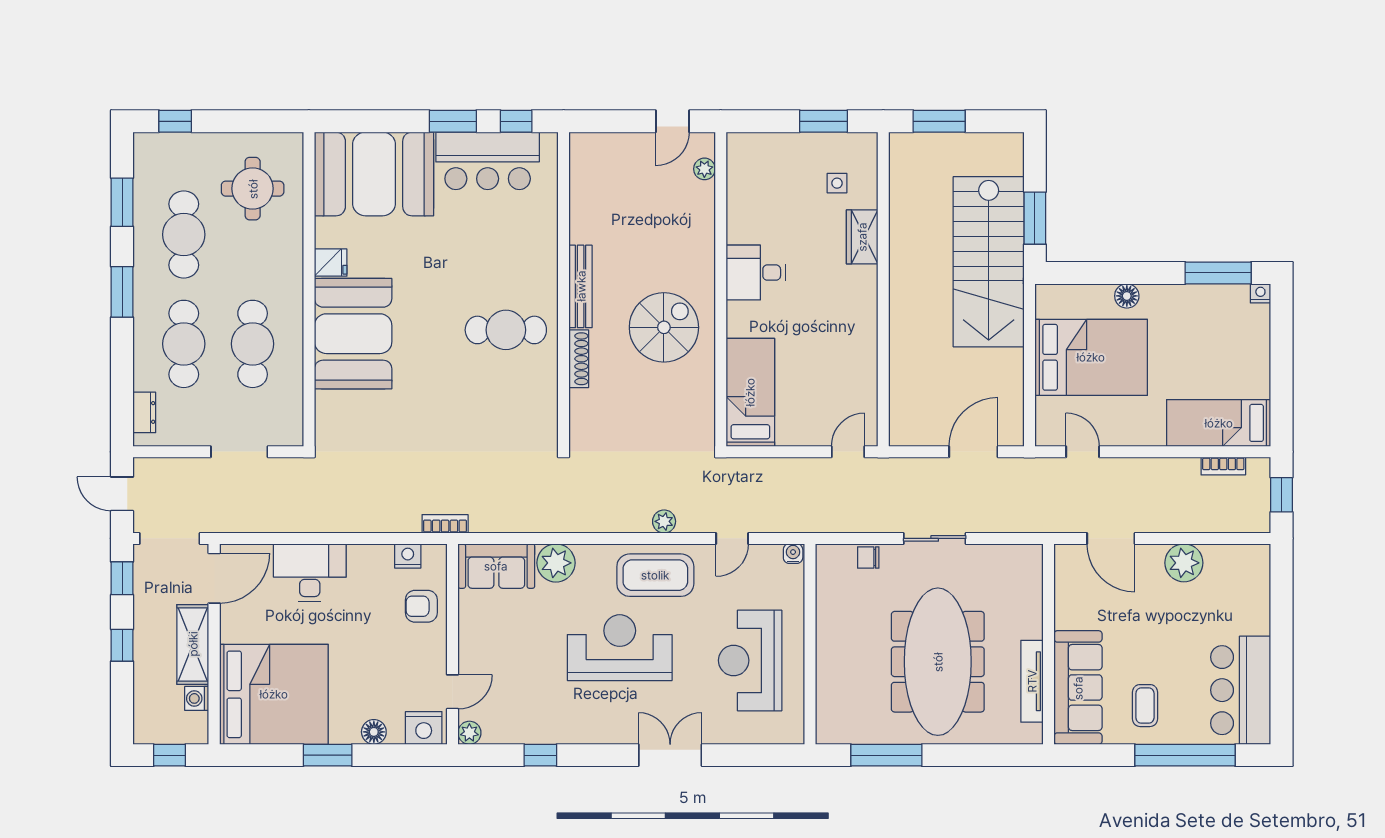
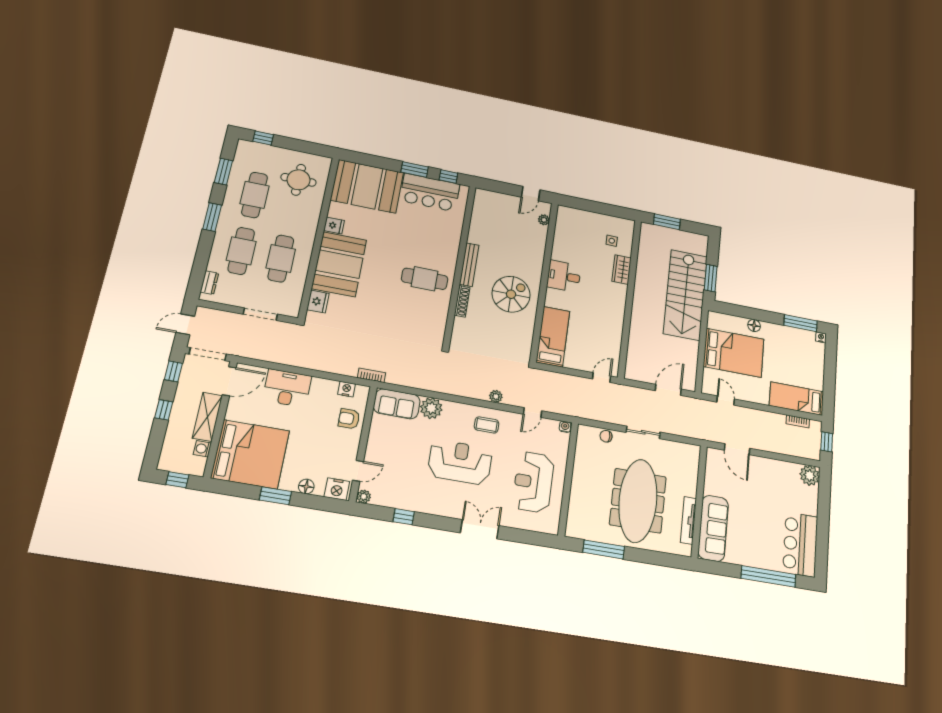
window: (823, 121) -> (608, 210), removed
fridge: (330, 410) -> (318, 302), added
door: (122, 494) -> (185, 324), hinge flipped
plant: (1184, 563) -> (810, 475), moved
coffee table: (655, 575) -> (487, 425), width x0.54, depth x0.58
coffee table: (1145, 706) -> (749, 544), removed

